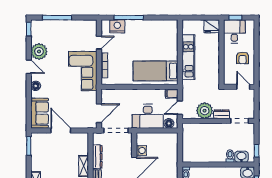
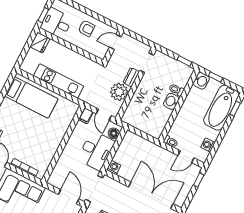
bed: (156, 71) -> (31, 97), moved, turned -90
washing machine: (141, 150) -> (114, 168), moved
washbasin: (241, 157) -> (171, 101), moved

